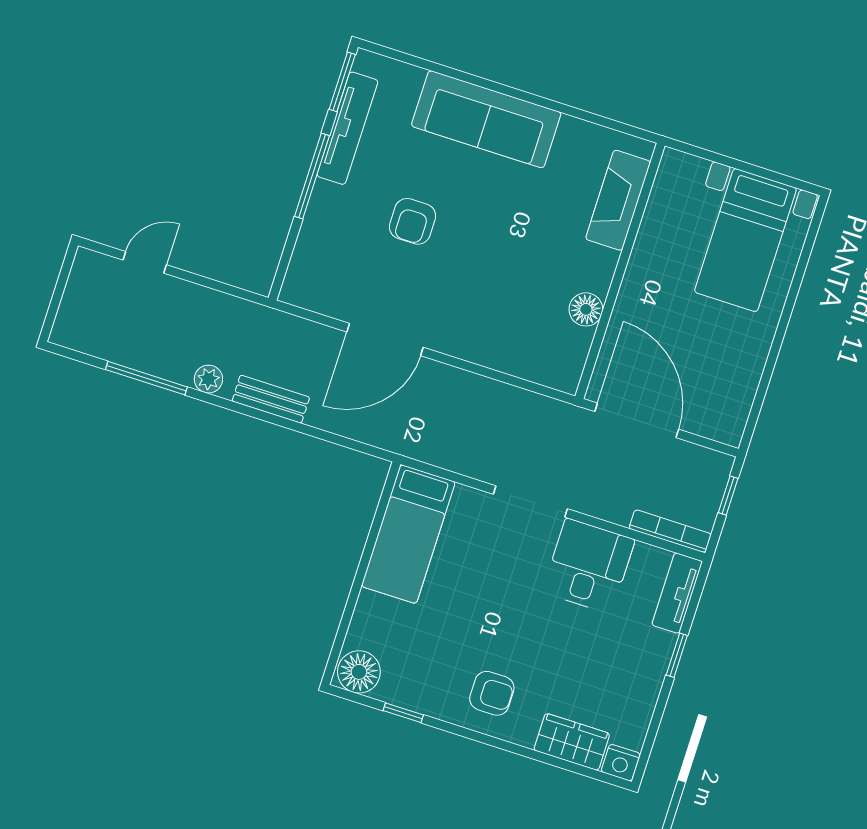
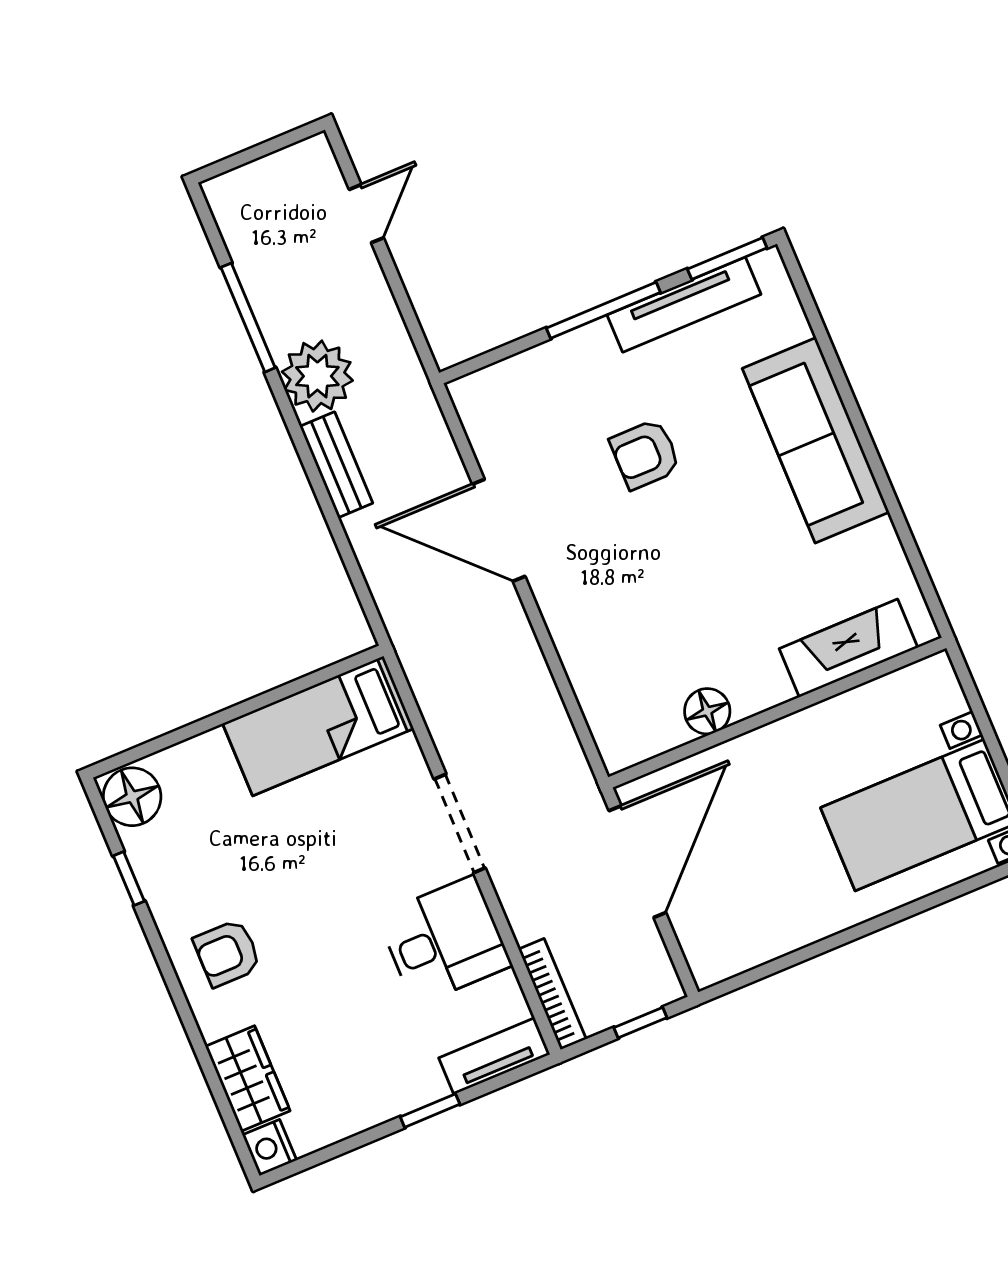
door: (145, 262) -> (366, 214), hinge flipped
plant: (208, 379) -> (317, 376), width x1.88, depth x1.88
armchair: (492, 693) -> (227, 953), turned 90

